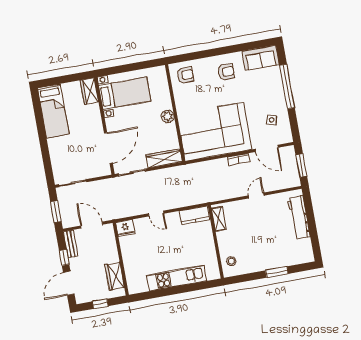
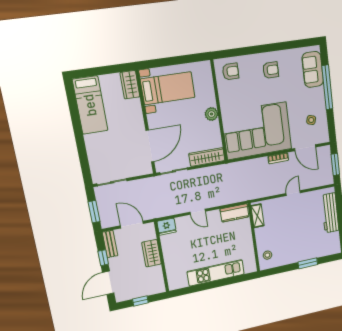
sofa: (261, 58) -> (313, 69), moved, turned 90
wardrobe: (115, 276) -> (152, 253), moved

